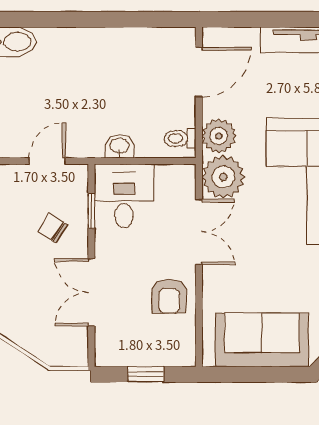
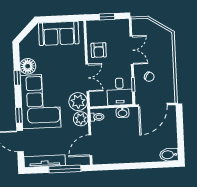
window: (262, 19) -> (65, 169), added
door: (47, 161) -> (153, 105), width x1.88
double door: (199, 232) -> (87, 78), swing flipped
armchair: (169, 296) -> (99, 50), turned 180

